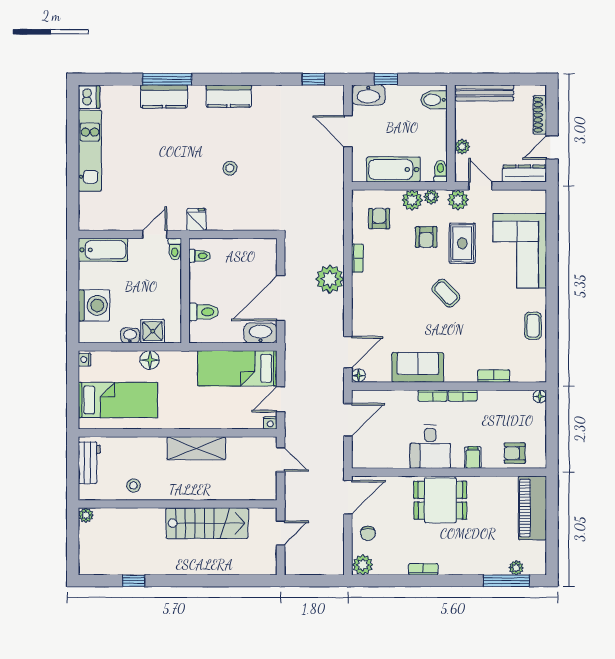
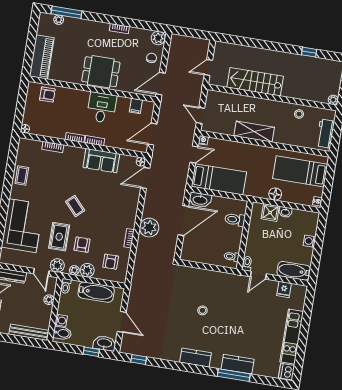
washing machine: (439, 119) -> (61, 320), added
fridge: (196, 220) -> (284, 289), moved
washing machine: (94, 305) -> (309, 241), width x0.53, depth x0.53
filing cabinet: (473, 458) -> (136, 106), moved

